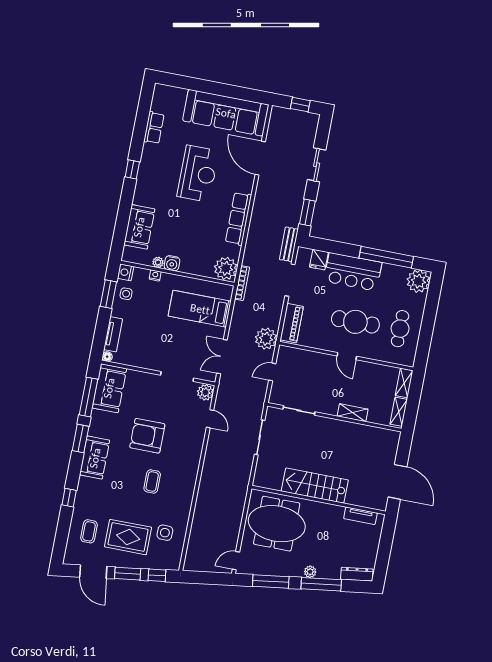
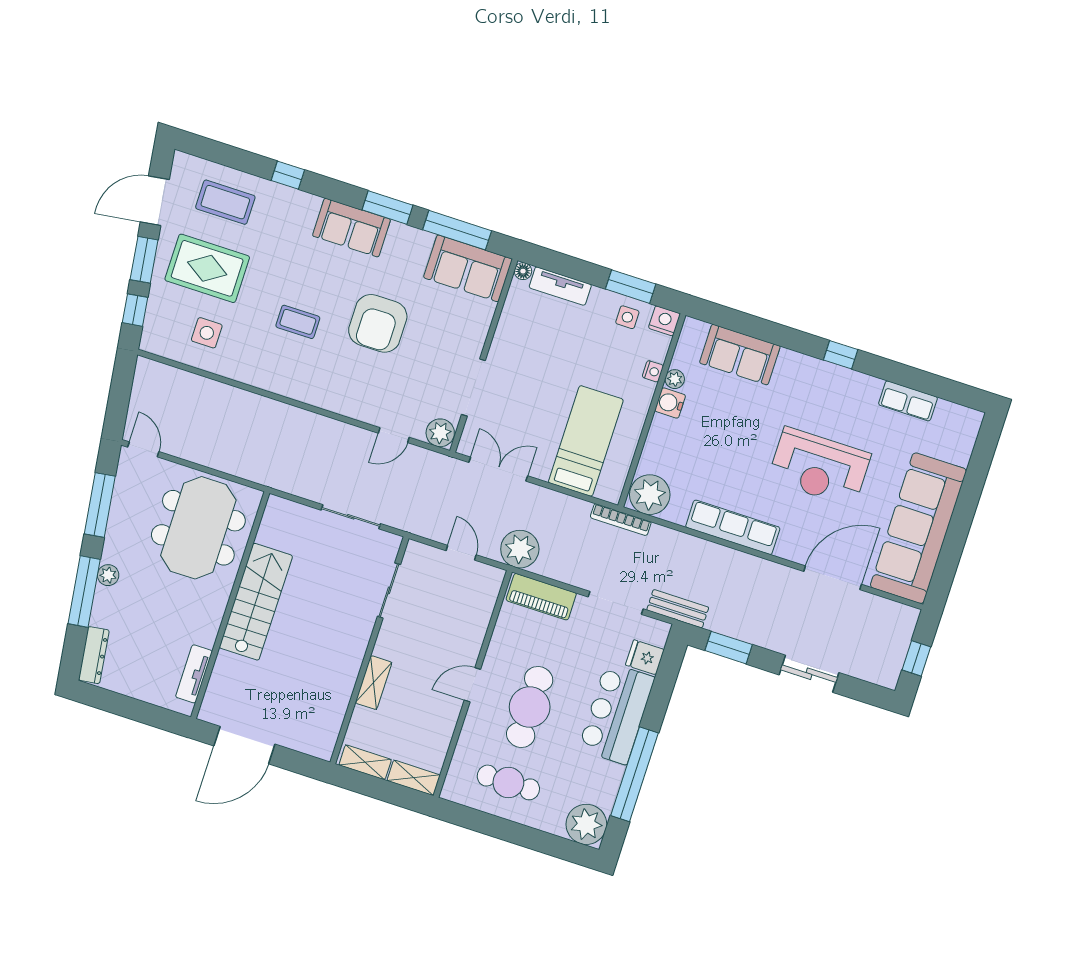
armchair: (147, 436) -> (378, 323), turned 180
coffee table: (89, 531) -> (225, 202), width x1.36, depth x1.30
rug: (128, 537) -> (207, 268), turned 90

